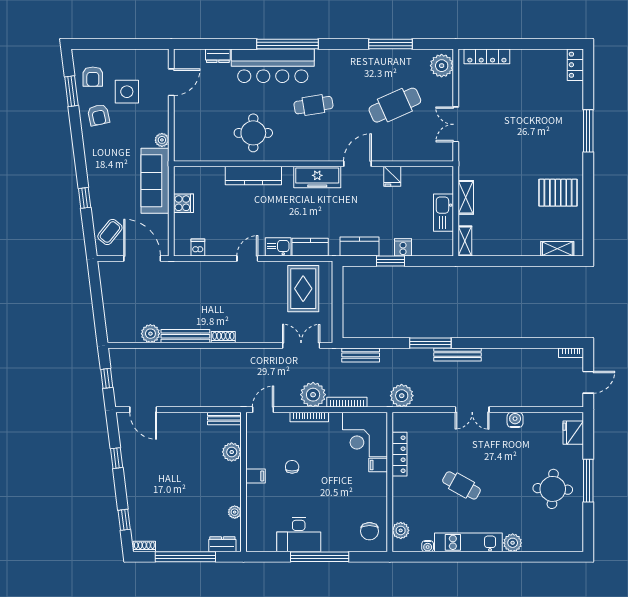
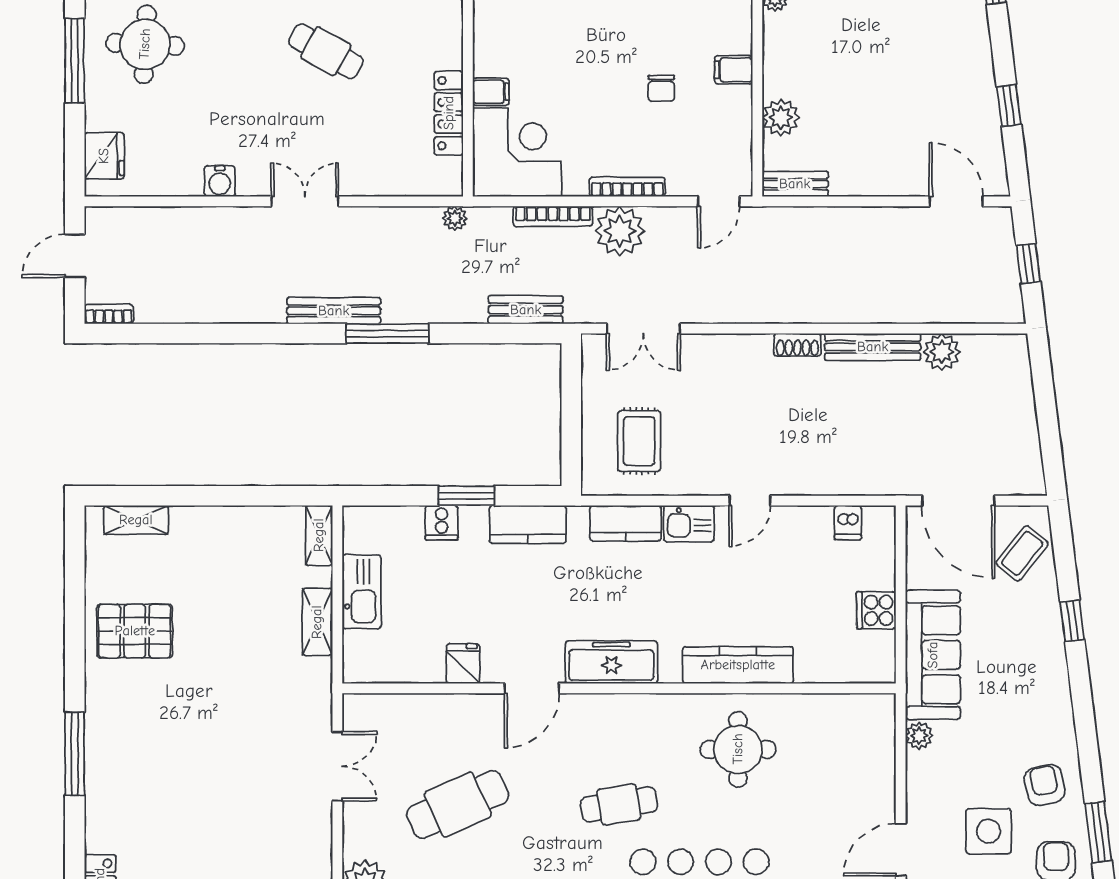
rug: (303, 289) -> (639, 441), width x0.73, depth x0.70
plant: (402, 396) -> (455, 218), width x0.53, depth x0.53

